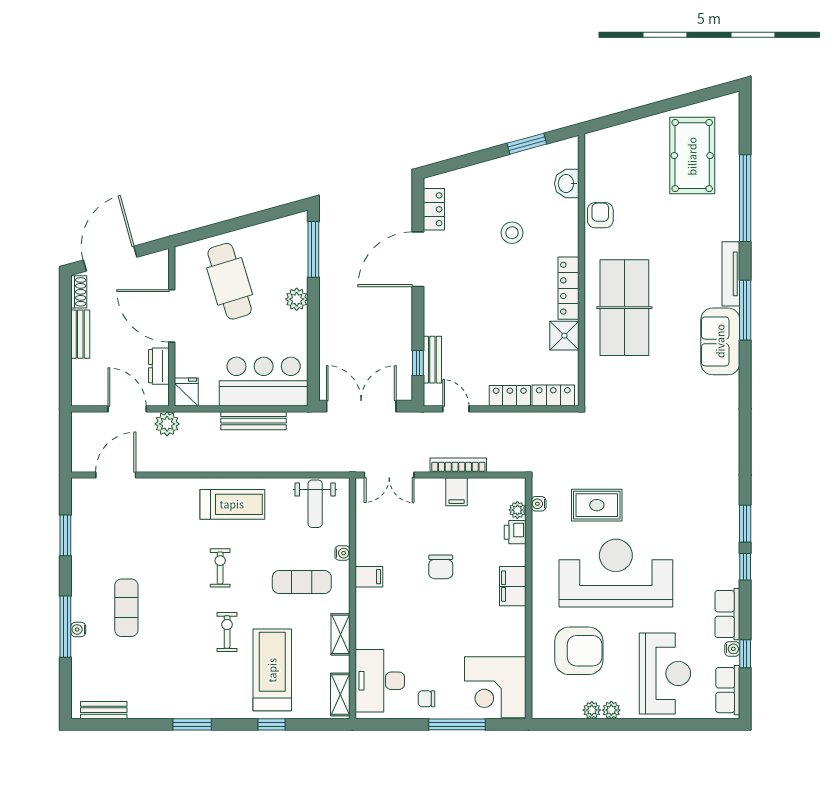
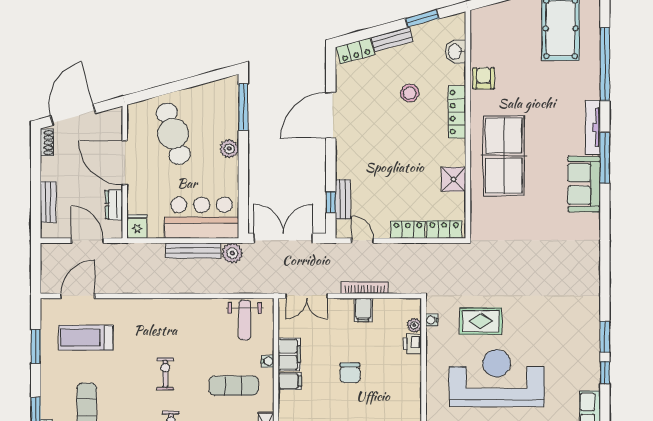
bench: (491, 169) -> (392, 39), added
locker: (434, 209) -> (355, 51), moved, turned 75
locker: (569, 288) -> (457, 112), moved
bench: (80, 334) -> (48, 202), moved
plant: (167, 424) -> (232, 253), moved
treadmill: (232, 504) -> (86, 338), moved, turned 180
filing cabinet: (513, 586) -> (289, 354), moved, turned 180

